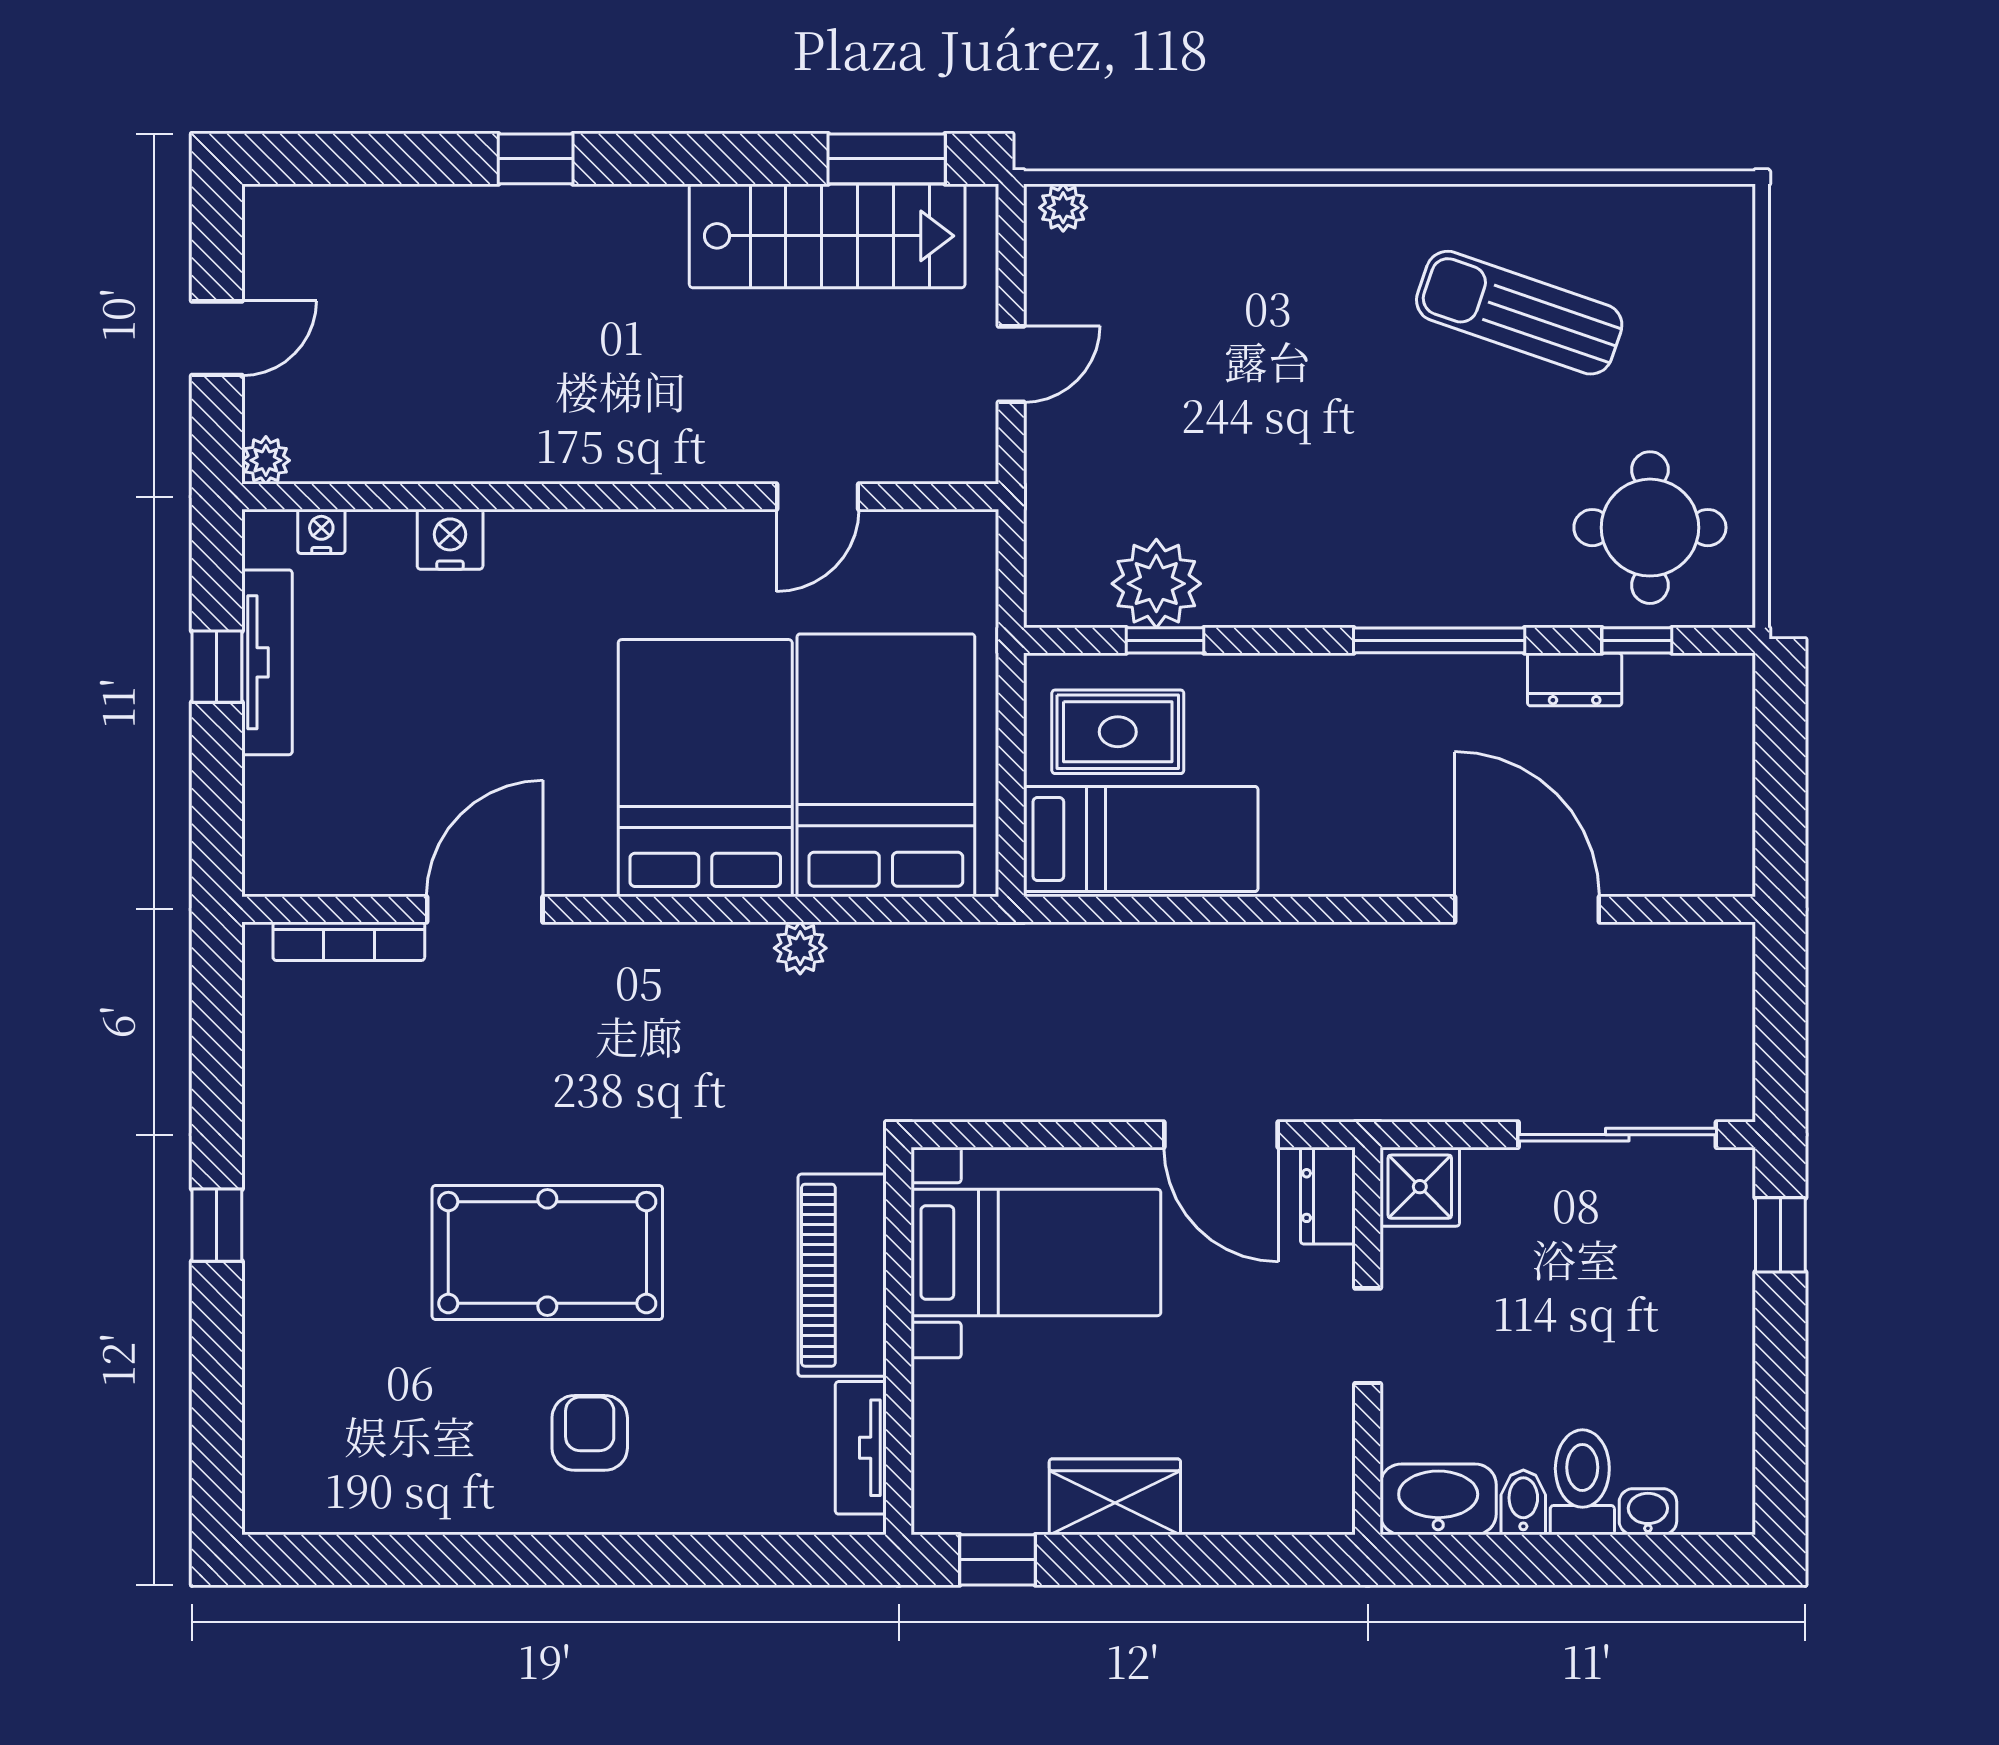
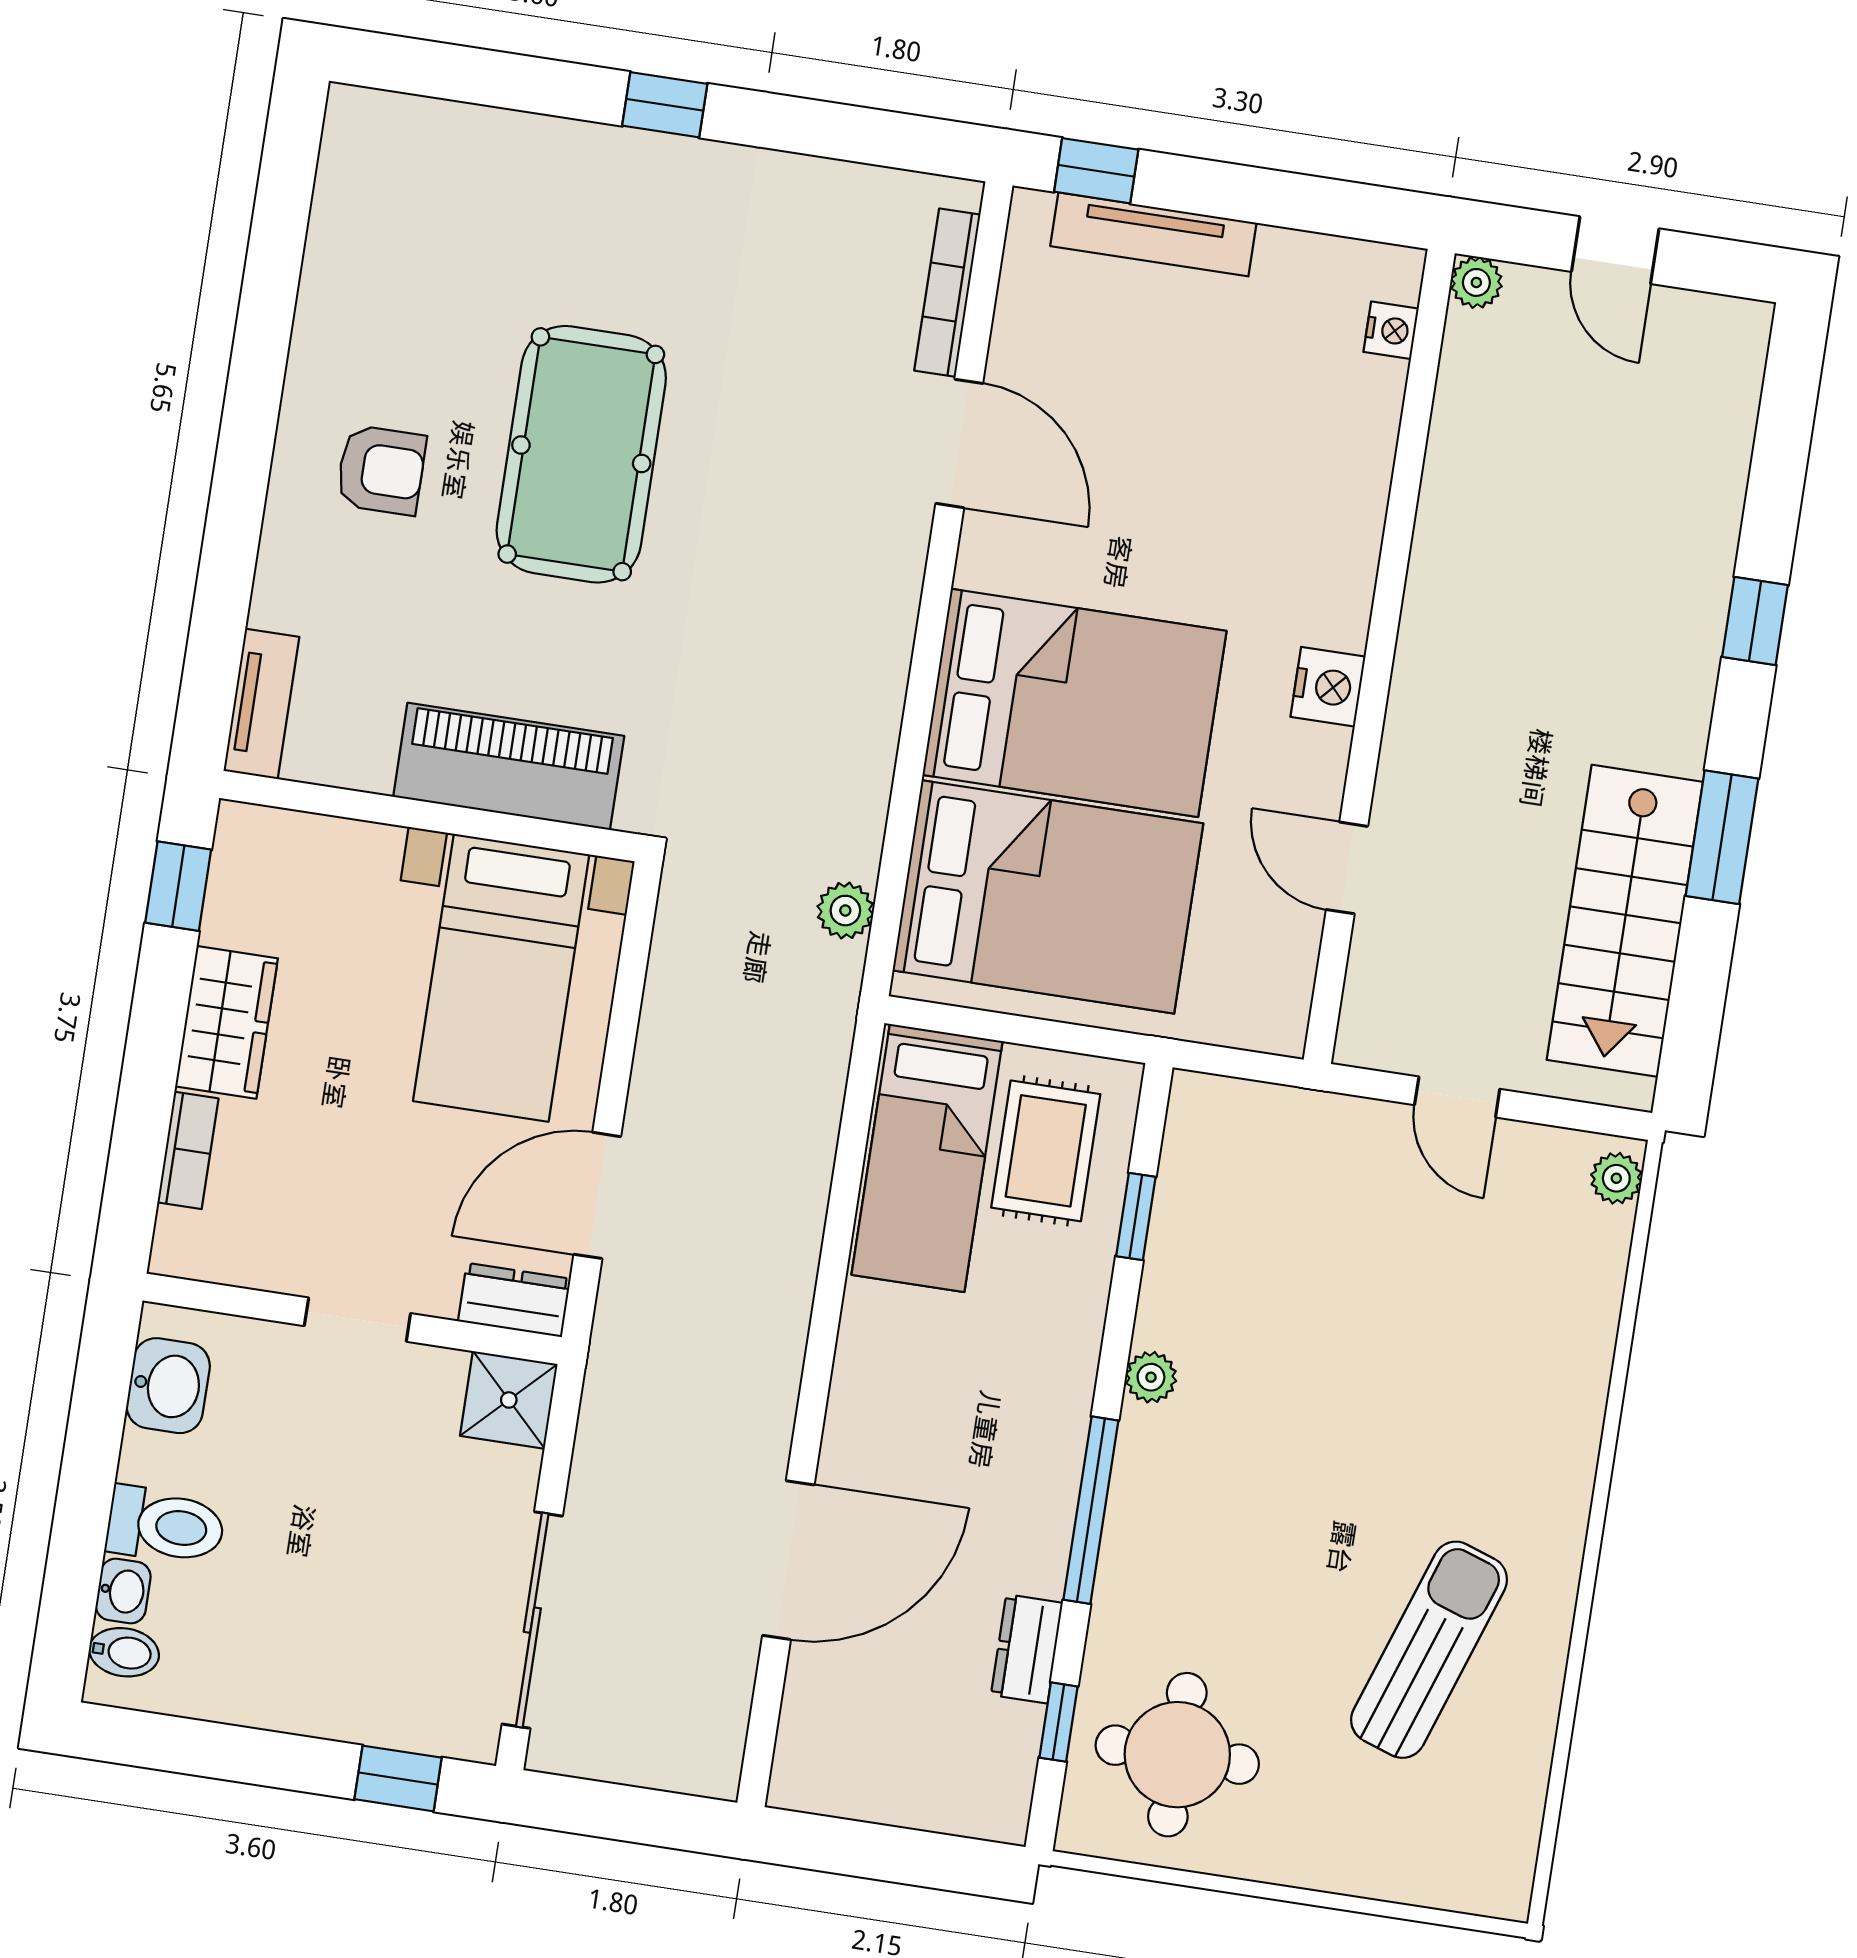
window: (887, 159) -> (1722, 837), moved
nightstand: (450, 539) -> (1328, 687), moved
plant: (1156, 584) -> (1151, 1377), moved, width x0.53, depth x0.53
tv unit: (267, 662) -> (1153, 234), moved
window: (217, 667) -> (1096, 171), moved
plant: (800, 948) -> (845, 911), moved
tv unit: (861, 1448) -> (261, 704), moved, turned 90
washbasin: (1438, 1499) -> (168, 1386), width x0.72
bidet: (1523, 1502) -> (124, 1652), moved
bookcase: (1237, 1514) -> (188, 1150), added

